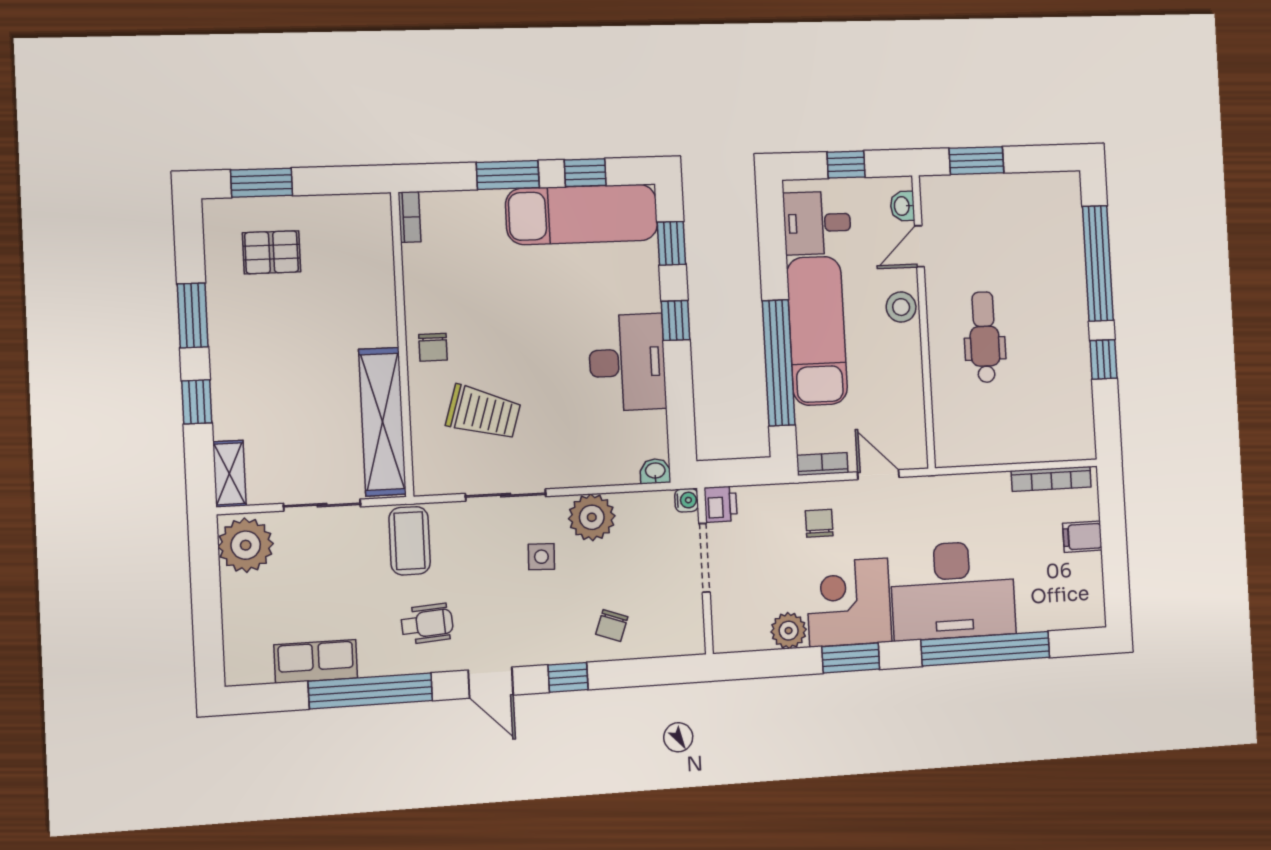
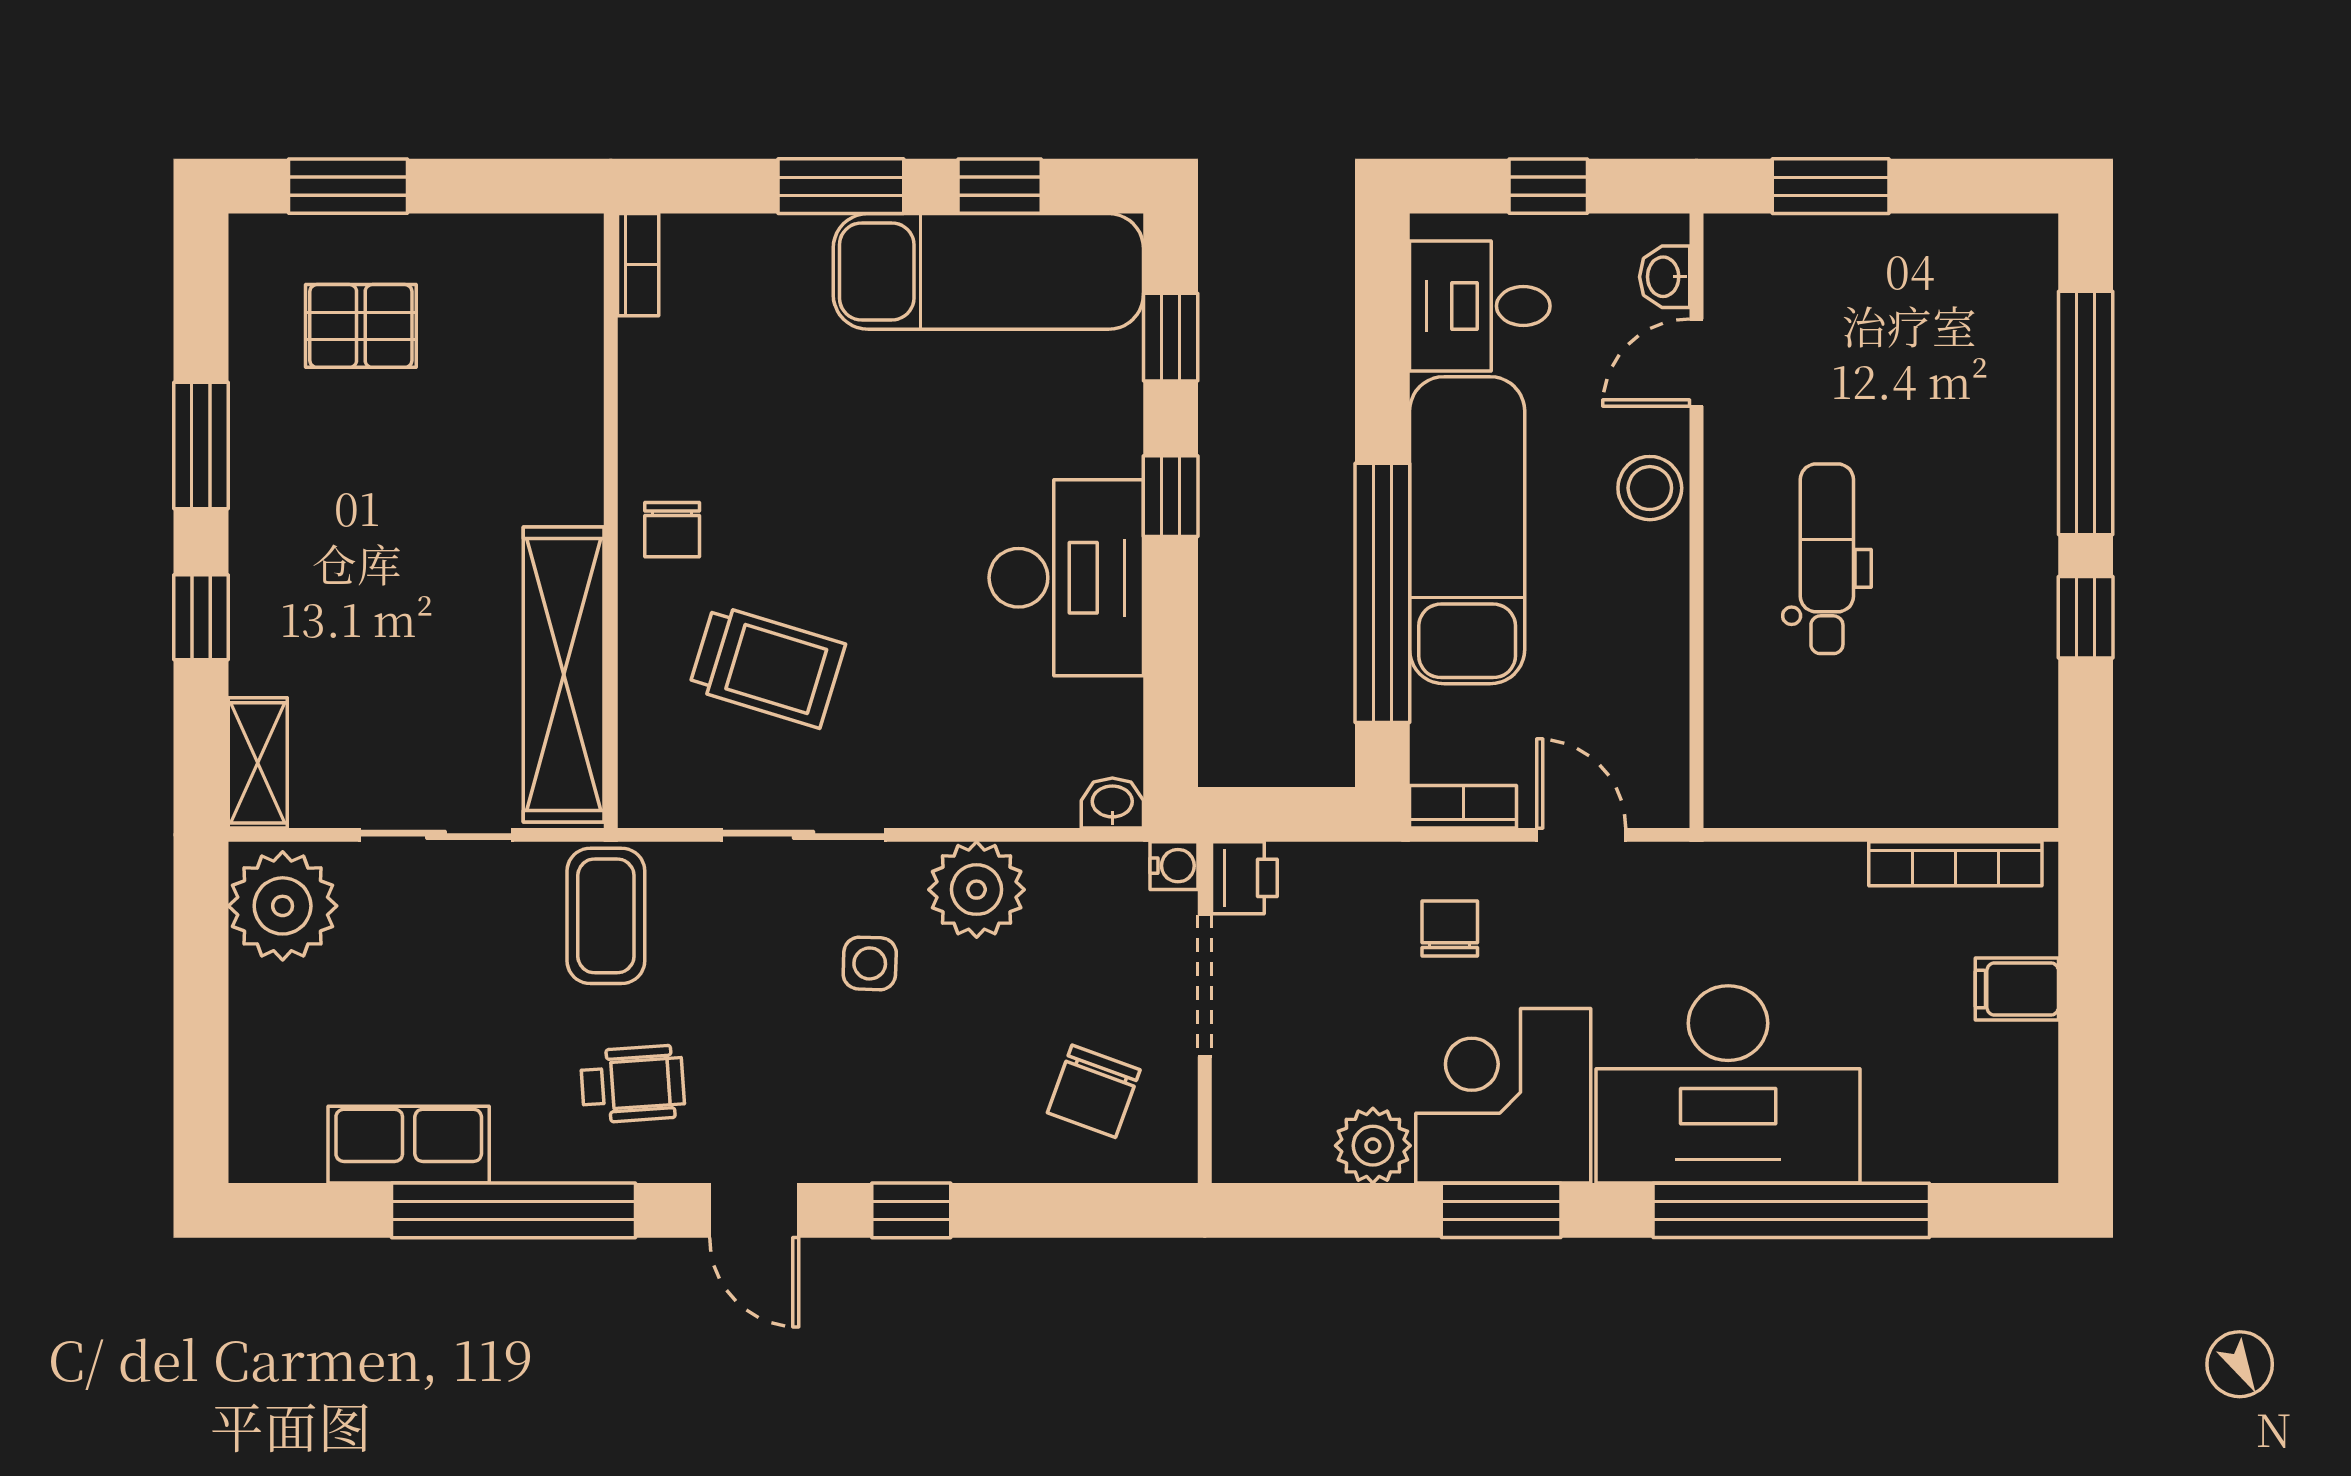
chair: (612, 625) -> (1094, 1091), moved, width x1.37, depth x1.37

